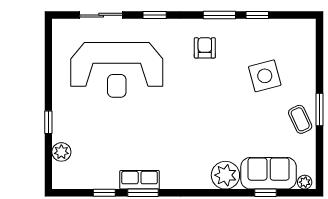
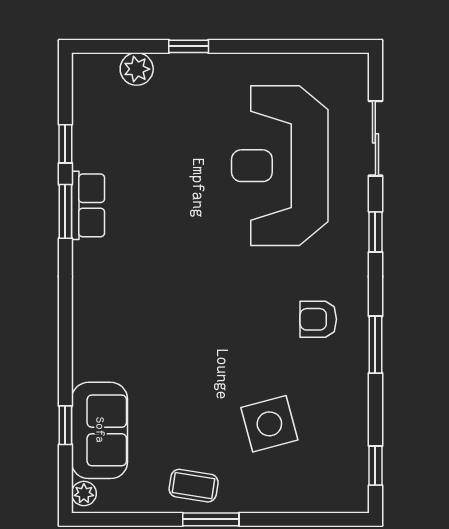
window: (257, 15) -> (375, 466), moved
armchair: (205, 48) -> (318, 319), turned 180
coffee table: (300, 119) -> (194, 486), turned 34
plant: (225, 175) -> (96, 355), removed

